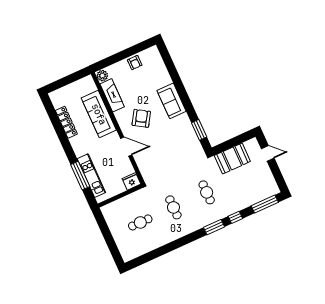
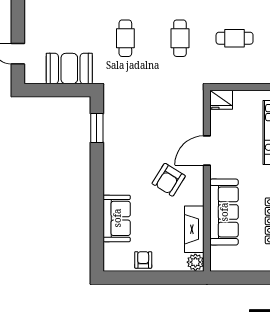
sofa: (172, 101) -> (117, 218), moved
door: (126, 147) -> (207, 150), hinge flipped

